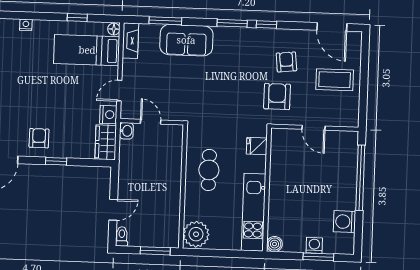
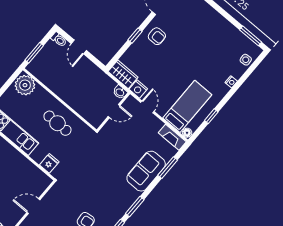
armchair: (277, 96) -> (69, 199), removed

